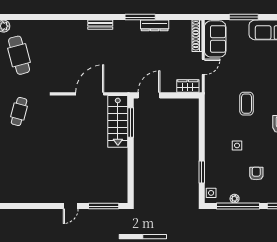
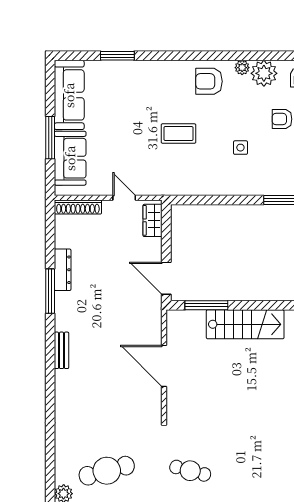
sofa: (215, 39) -> (70, 158), moved, turned 90
stairs: (118, 121) -> (245, 324), moved

